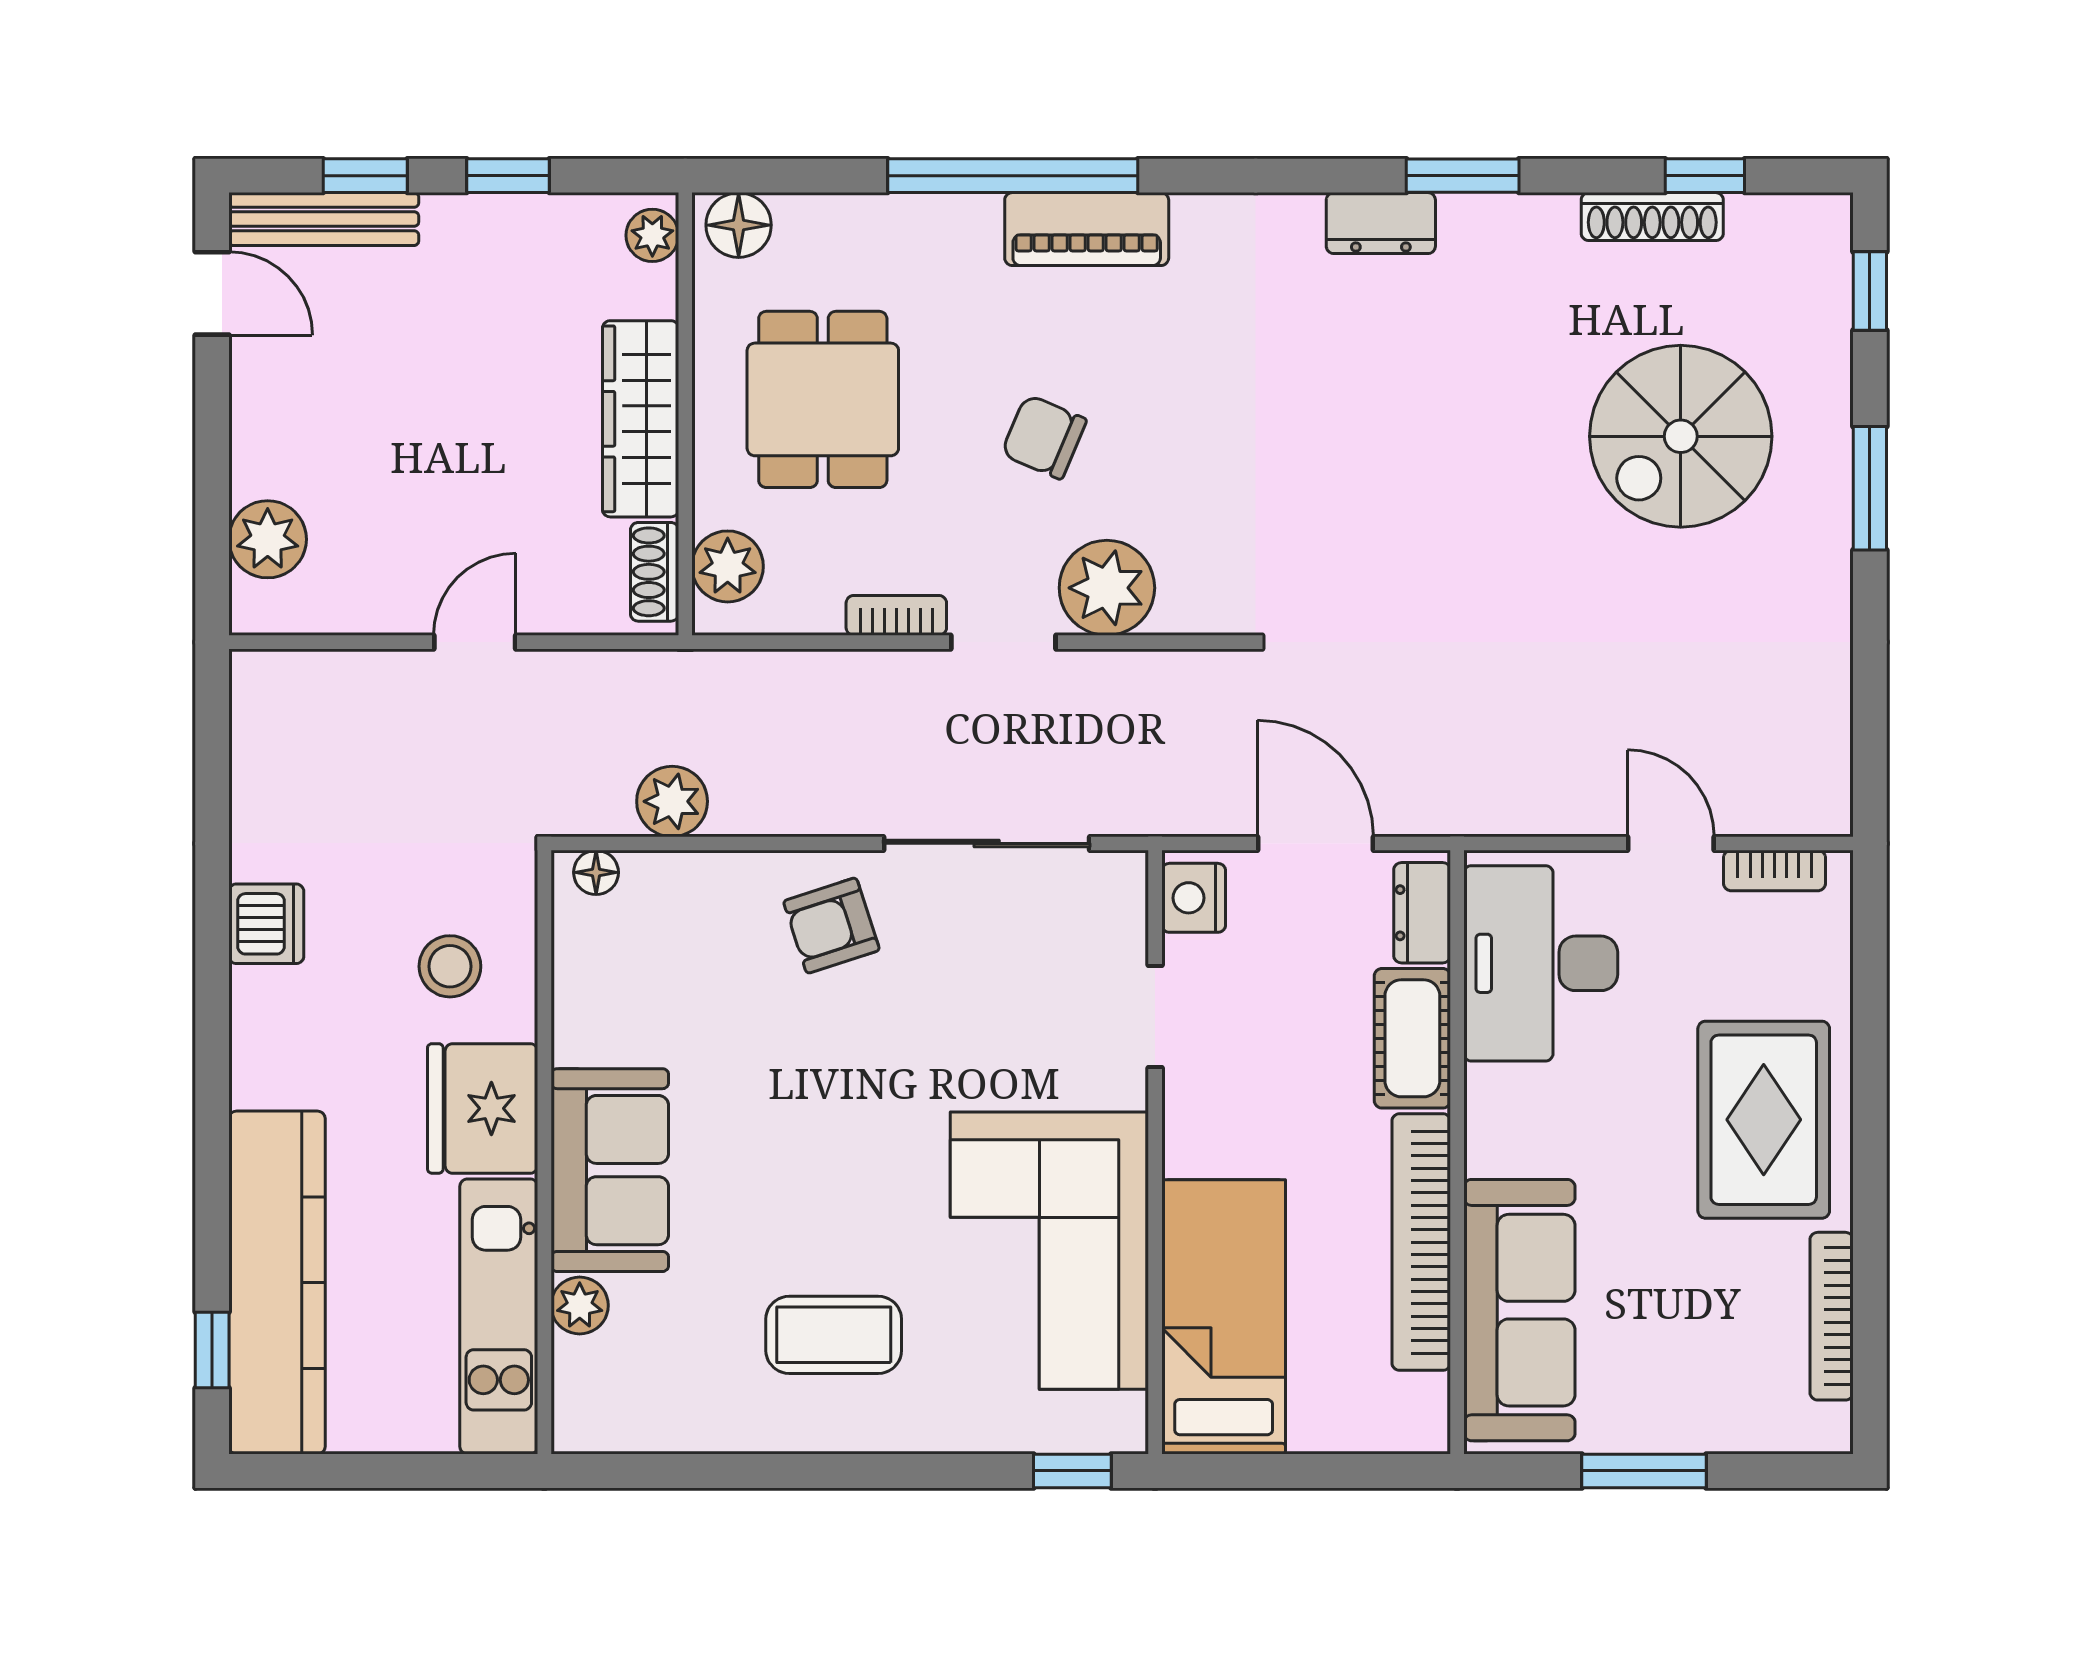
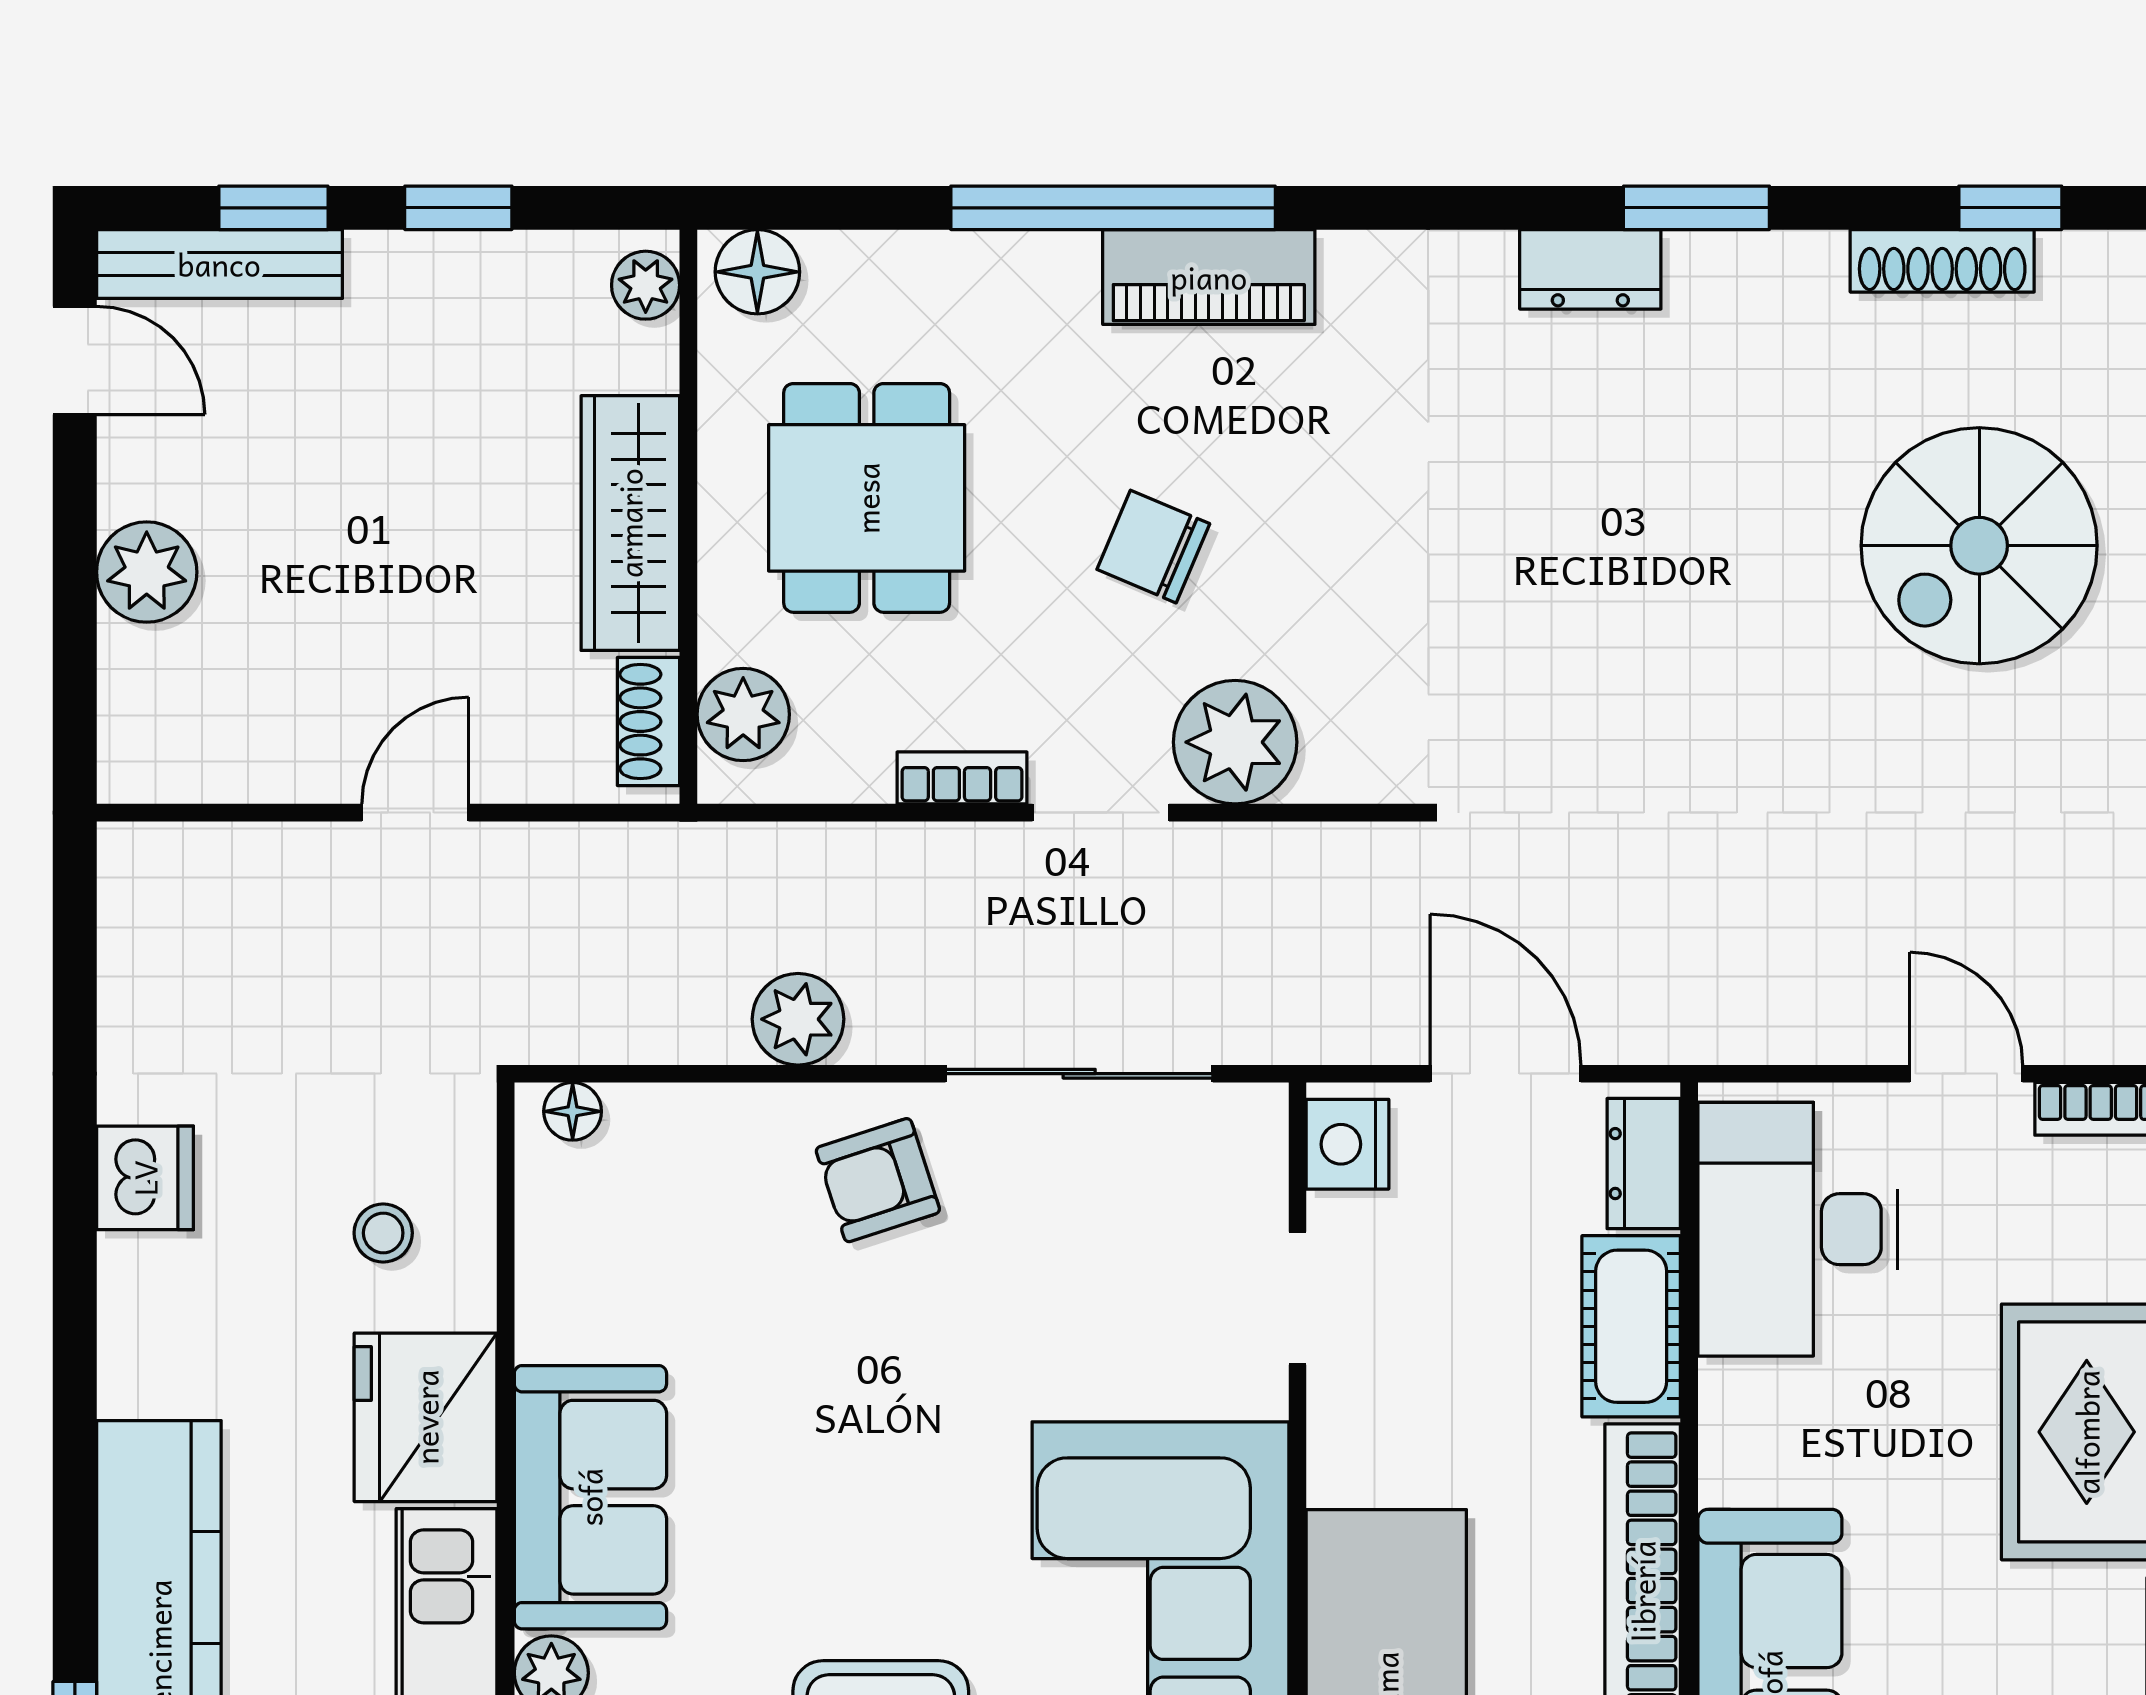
plant: (268, 539) -> (147, 572), moved
plant: (672, 801) -> (798, 1019), moved
stool: (450, 966) -> (383, 1233), width x0.73, depth x0.73

